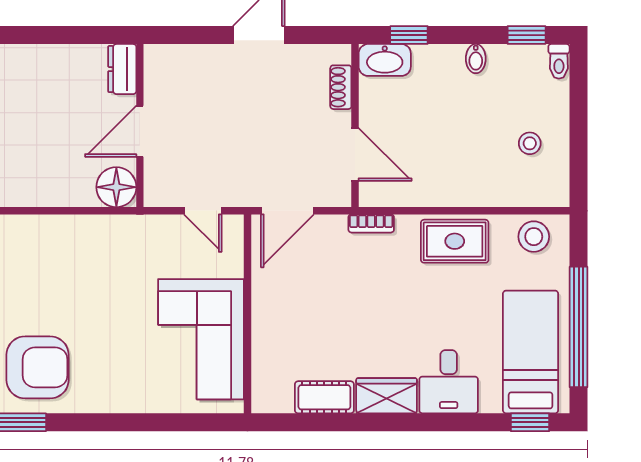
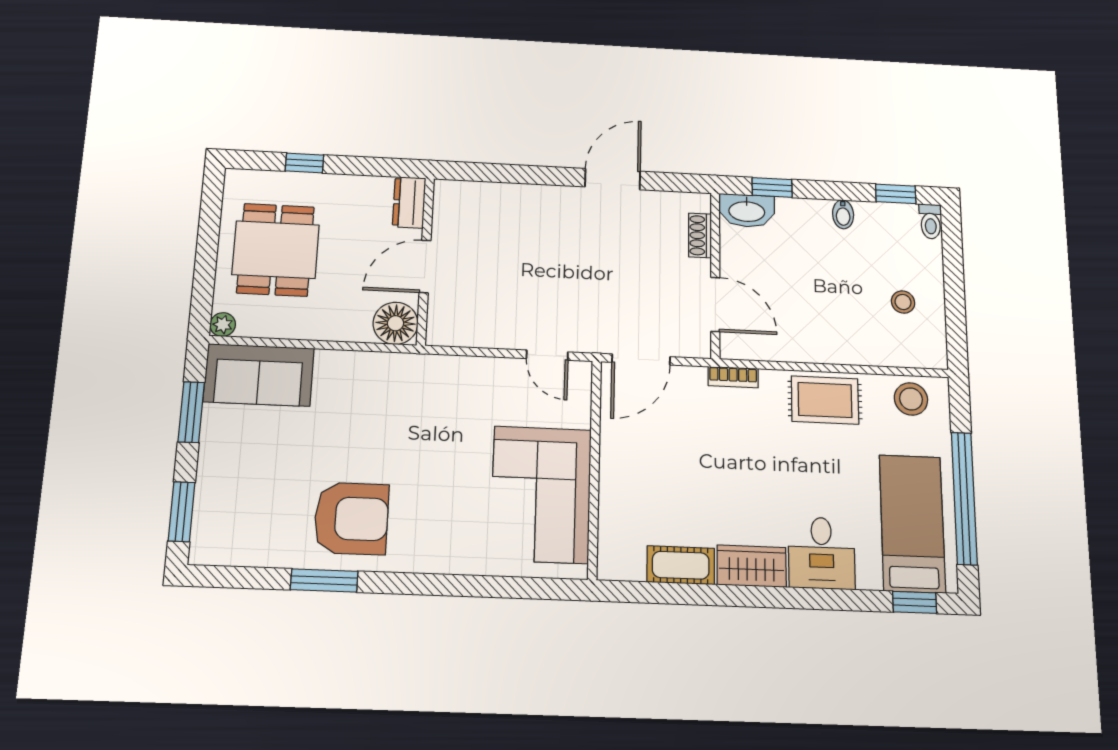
dresser: (122, 69) -> (409, 202), moved
wall: (140, 126) -> (425, 261), moved
door: (140, 131) -> (425, 266), moved
floor lamp: (116, 187) -> (395, 323), moved

